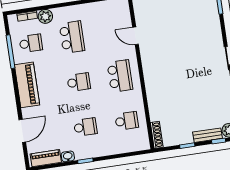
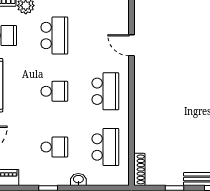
school desk: (127, 121) -> (105, 147), width x1.85
washbasin: (68, 156) -> (78, 179), moved

